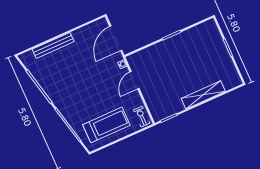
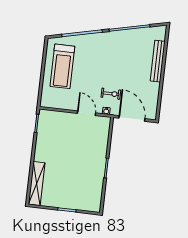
shelving: (203, 95) -> (37, 184), moved
exercise bike: (142, 117) -> (111, 94), moved

